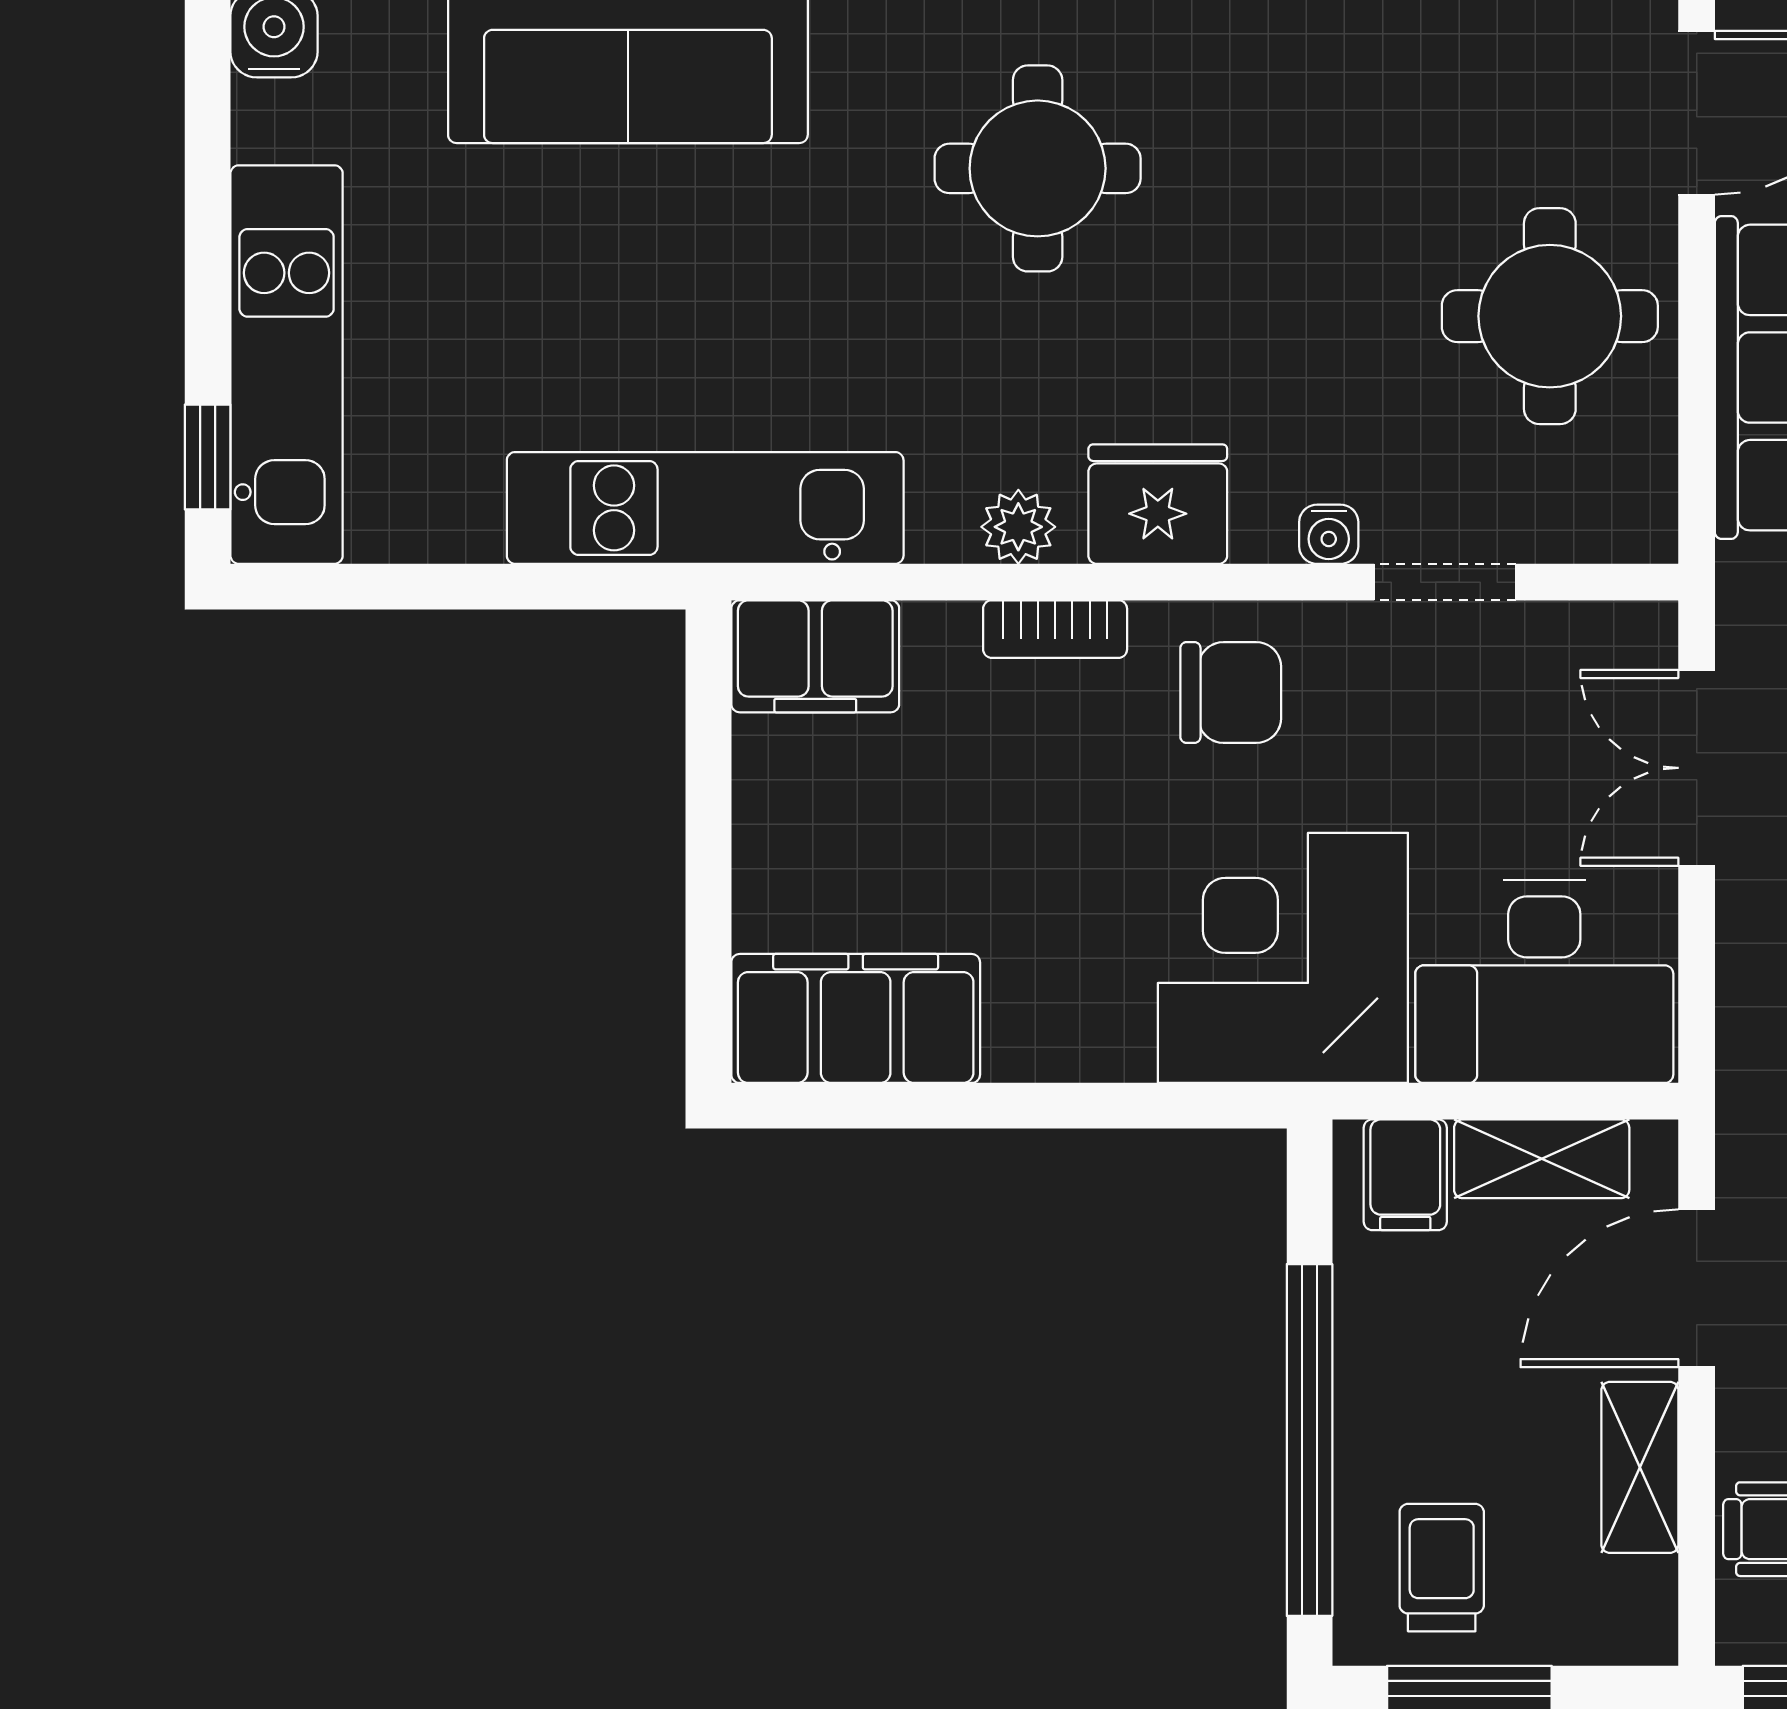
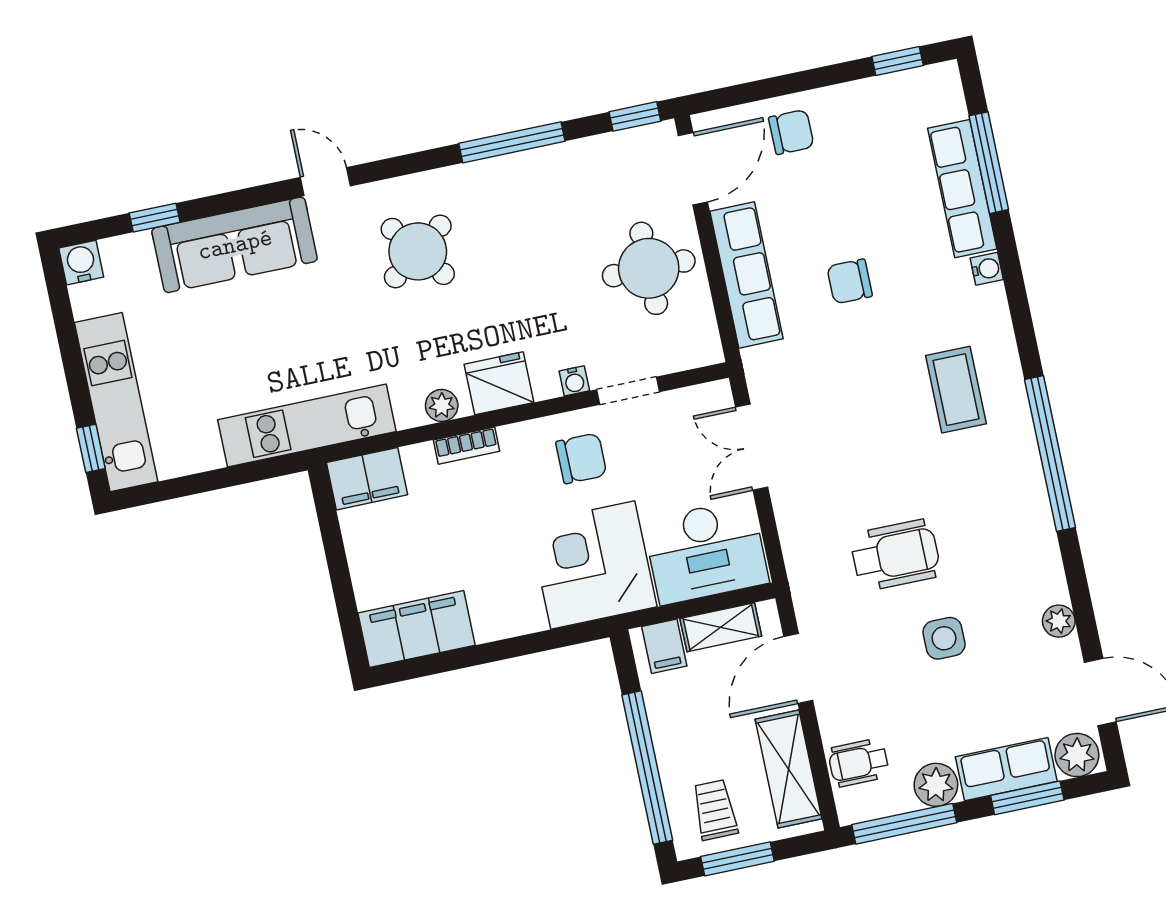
round table: (1038, 168) -> (418, 251), turned -37
chair: (1231, 693) -> (581, 458), moved
shelving: (1640, 1467) -> (789, 769), width x1.50, depth x1.33

